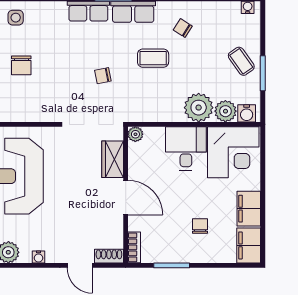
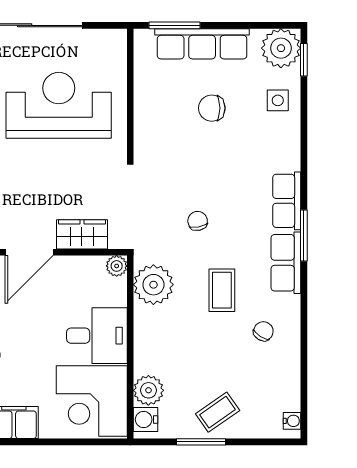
plant: (199, 108) -> (153, 285), moved

